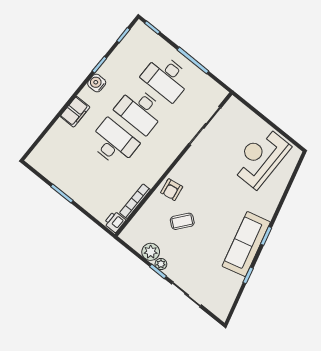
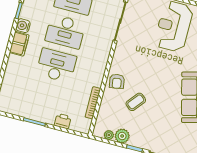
filing cabinet: (75, 112) -> (19, 44), moved
printer: (115, 222) -> (63, 121), moved, turned 90
plant: (161, 264) -> (109, 135), moved

